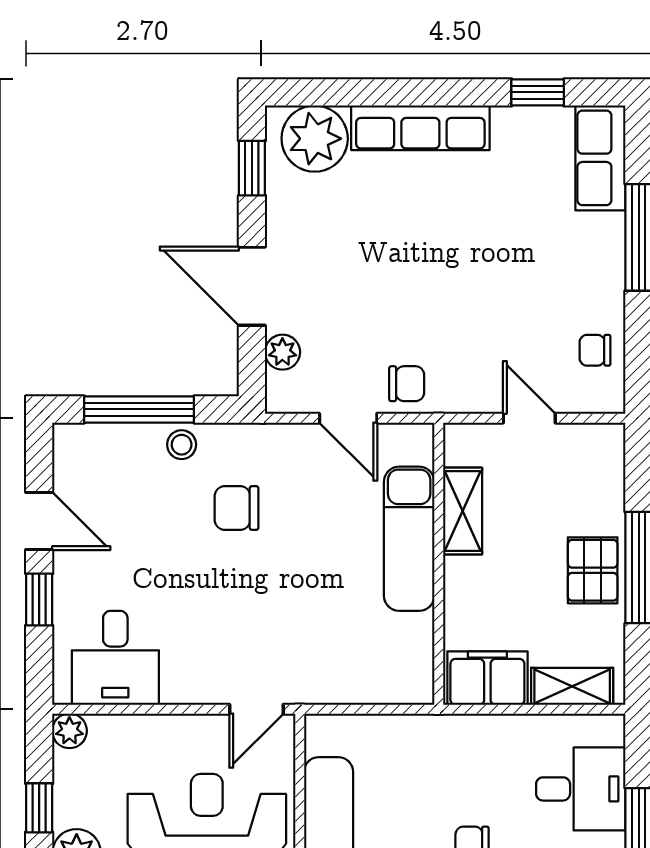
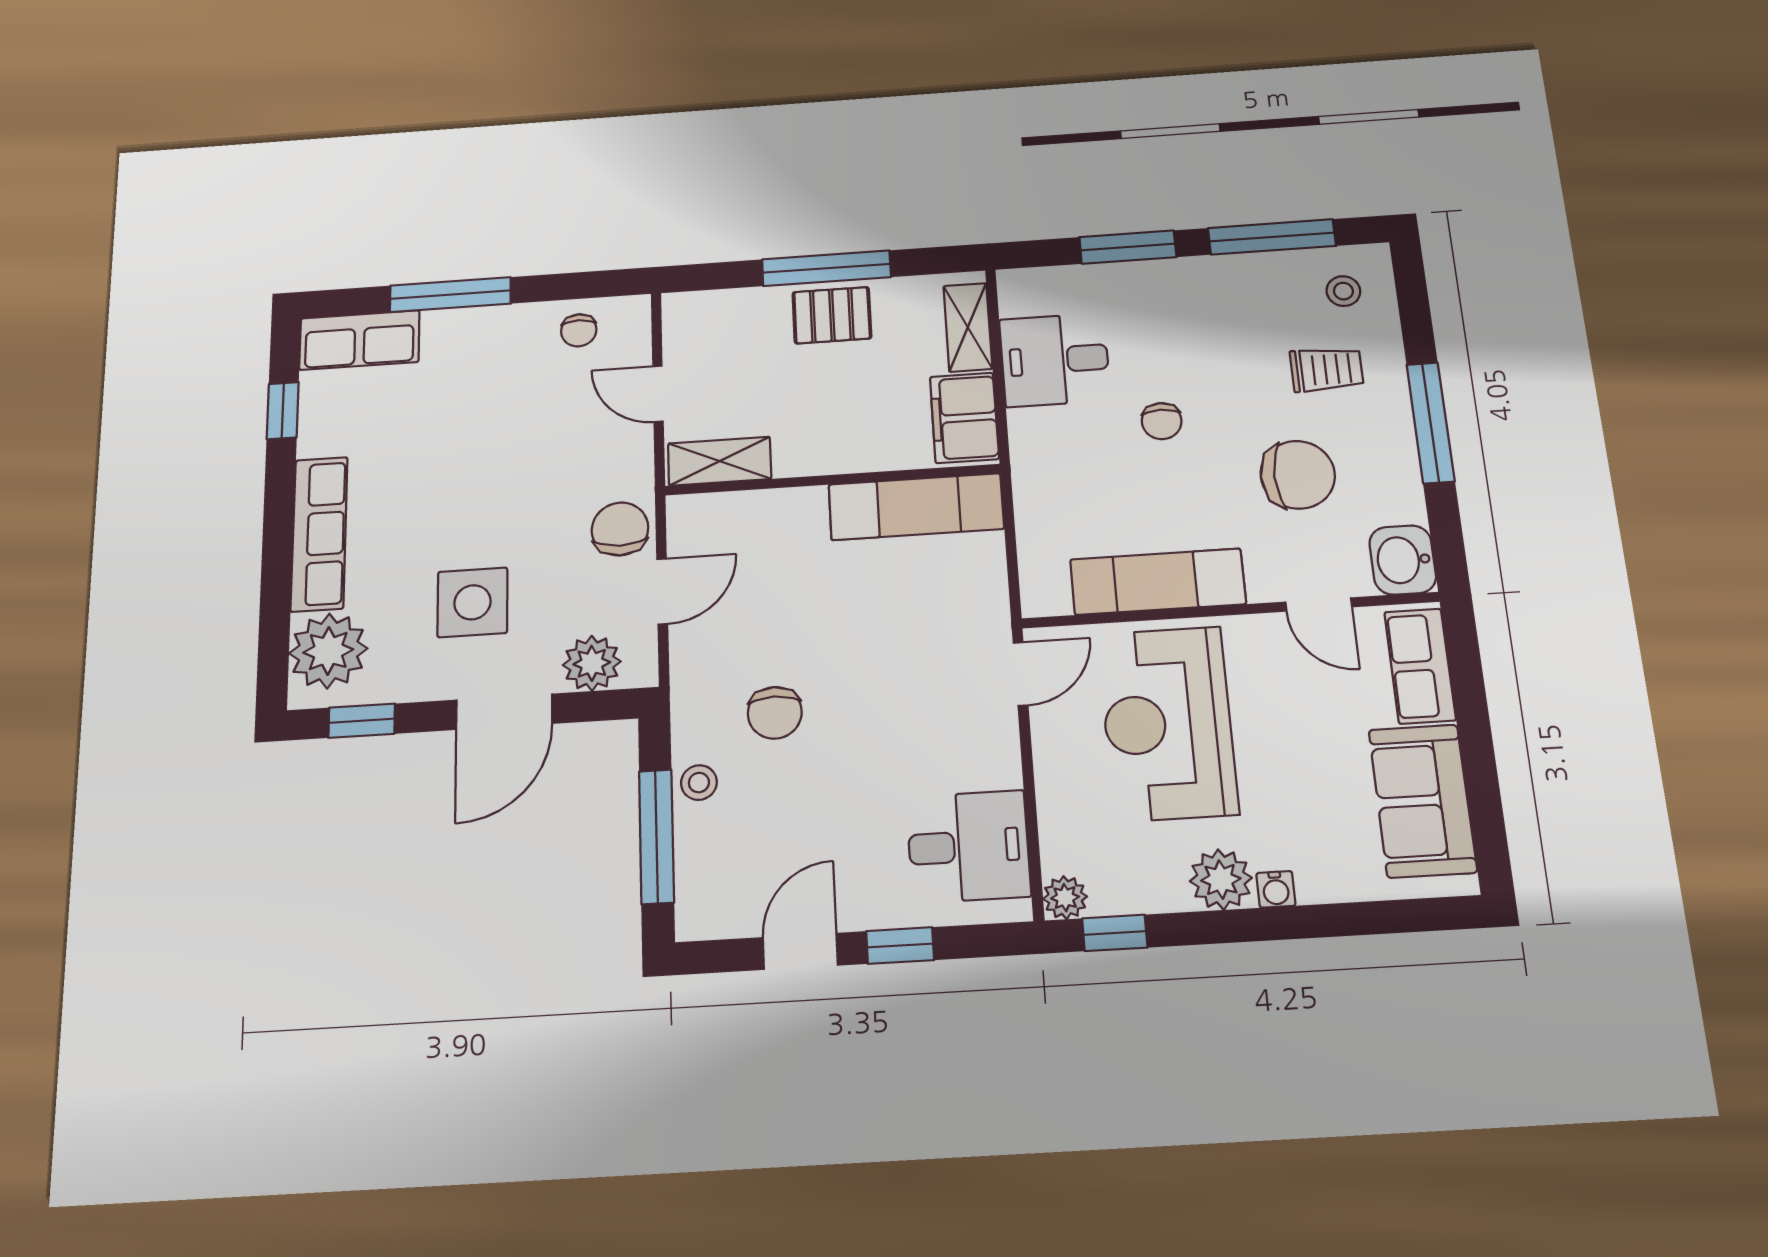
side table: (349, 259) -> (472, 602), added
plant: (282, 352) -> (592, 663), width x1.38, depth x1.38
chair: (407, 384) -> (620, 529), width x1.37, depth x1.37
door: (529, 418) -> (658, 394), hinge flipped
shelving: (463, 511) -> (720, 461), moved
exam couch: (409, 539) -> (916, 507), moved
door: (256, 709) -> (1021, 674), hinge flipped
desk: (581, 789) -> (1055, 360), moved, turned -90
window: (39, 808) -> (1115, 933), moved

